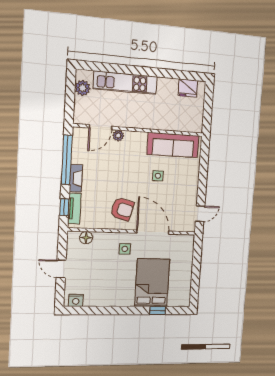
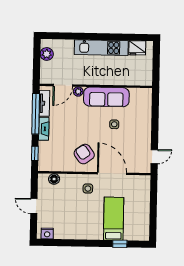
kitchen unit: (125, 83) -> (101, 48), moved
sofa: (173, 145) -> (106, 97), moved
tv unit: (74, 209) -> (44, 103), moved
armchair: (122, 209) -> (84, 154), turned -141
bed: (152, 283) -> (114, 219), width x0.67

